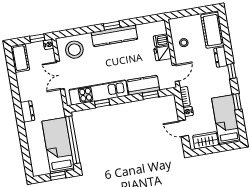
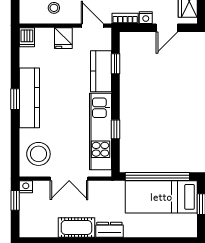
dishwasher: (161, 40) -> (27, 37), moved
cot: (20, 58) -> (76, 227), moved

